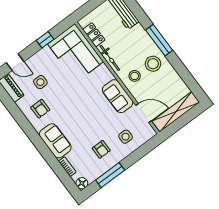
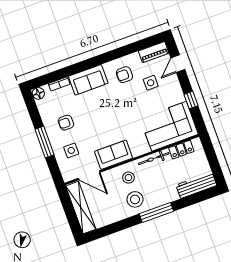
door: (143, 113) -> (89, 175), hinge flipped
window: (110, 175) -> (44, 142), moved

